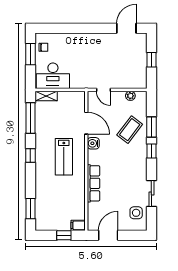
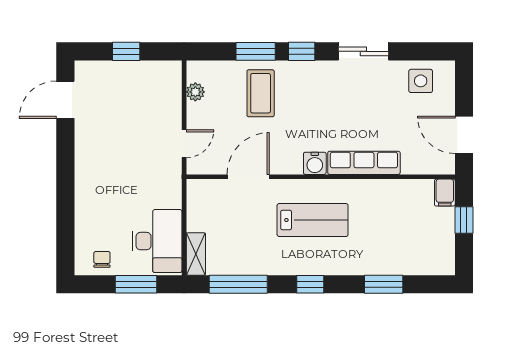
door: (126, 28) -> (65, 100), hinge flipped
window: (30, 54) -> (136, 284), moved
coffee table: (130, 130) -> (261, 93), turned 53
water cooler: (93, 143) -> (315, 163), moved
sliding door: (151, 194) -> (363, 51), moved
window: (30, 209) -> (384, 284), moved

